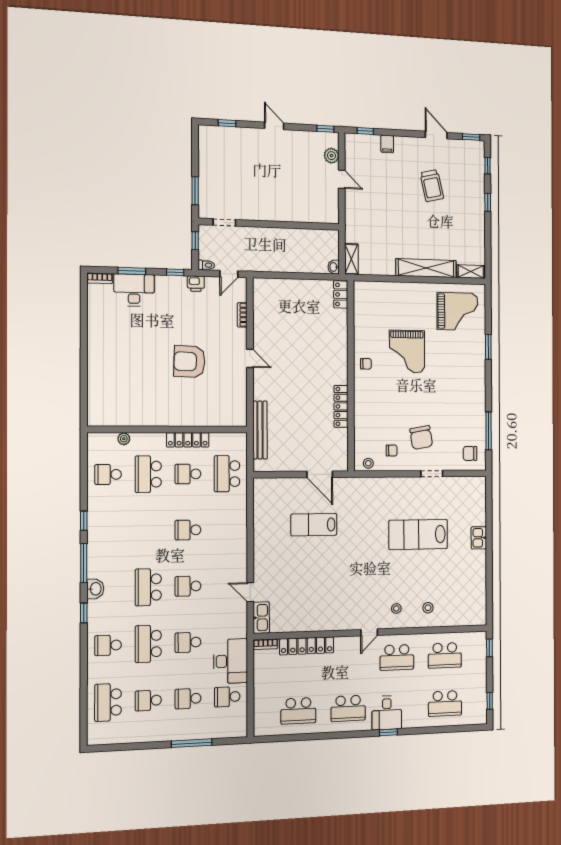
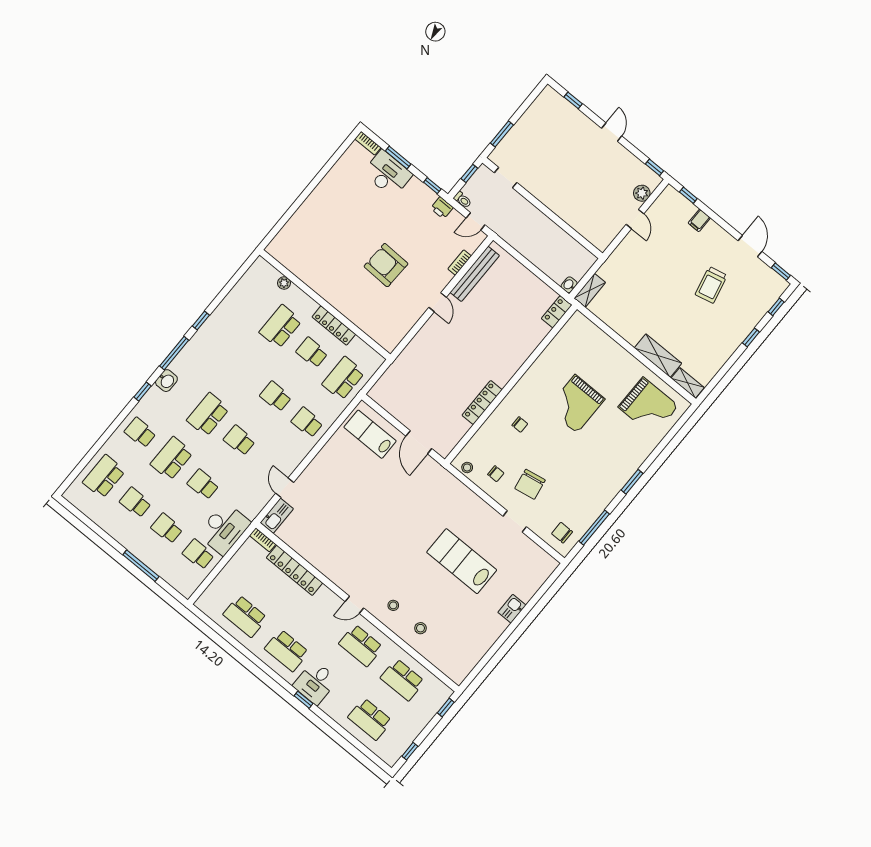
shelving: (426, 268) -> (658, 356), width x0.68
window: (488, 347) -> (632, 482), moved
chair: (366, 364) -> (520, 425), moved
bench: (260, 430) -> (475, 274), moved
school desk: (108, 474) -> (307, 422), moved
lab bench: (314, 525) -> (370, 434), moved

